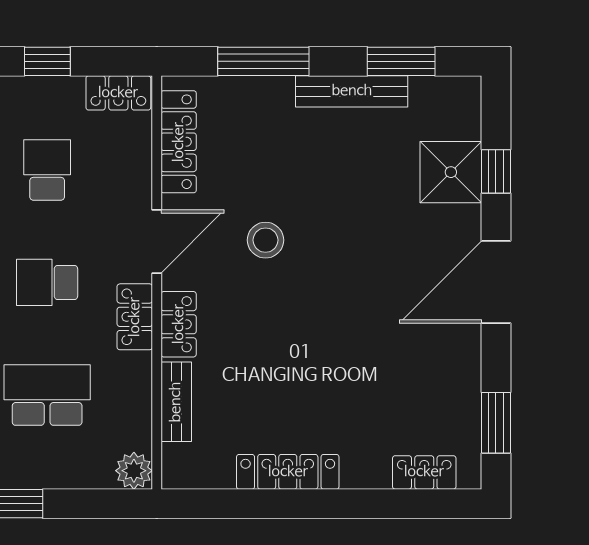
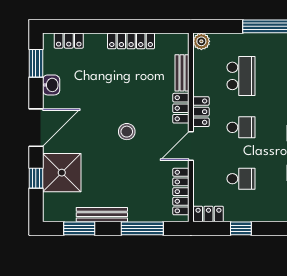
school desk: (47, 170) -> (241, 179), turned -90
shower: (451, 172) -> (62, 173), width x1.37, depth x1.37
stool: (266, 240) -> (127, 132), moved
washbasin: (463, 375) -> (51, 85), added
school desk: (47, 395) -> (241, 76), turned -90

